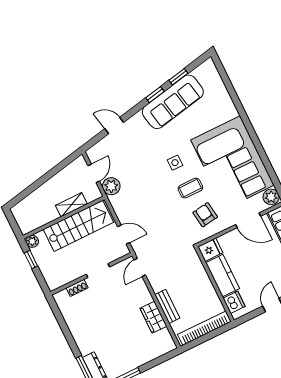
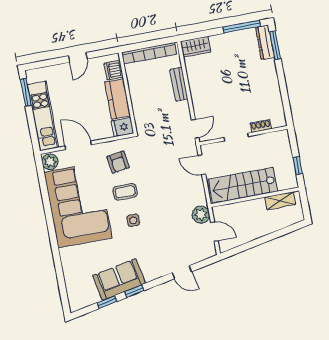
sofa: (173, 102) -> (119, 279), width x0.73
door: (94, 173) -> (214, 232), swing flipped
shelving: (71, 205) -> (280, 201), moved
plant: (32, 241) -> (292, 183), removed
wardrobe: (153, 317) -> (196, 47), moved, turned 90

